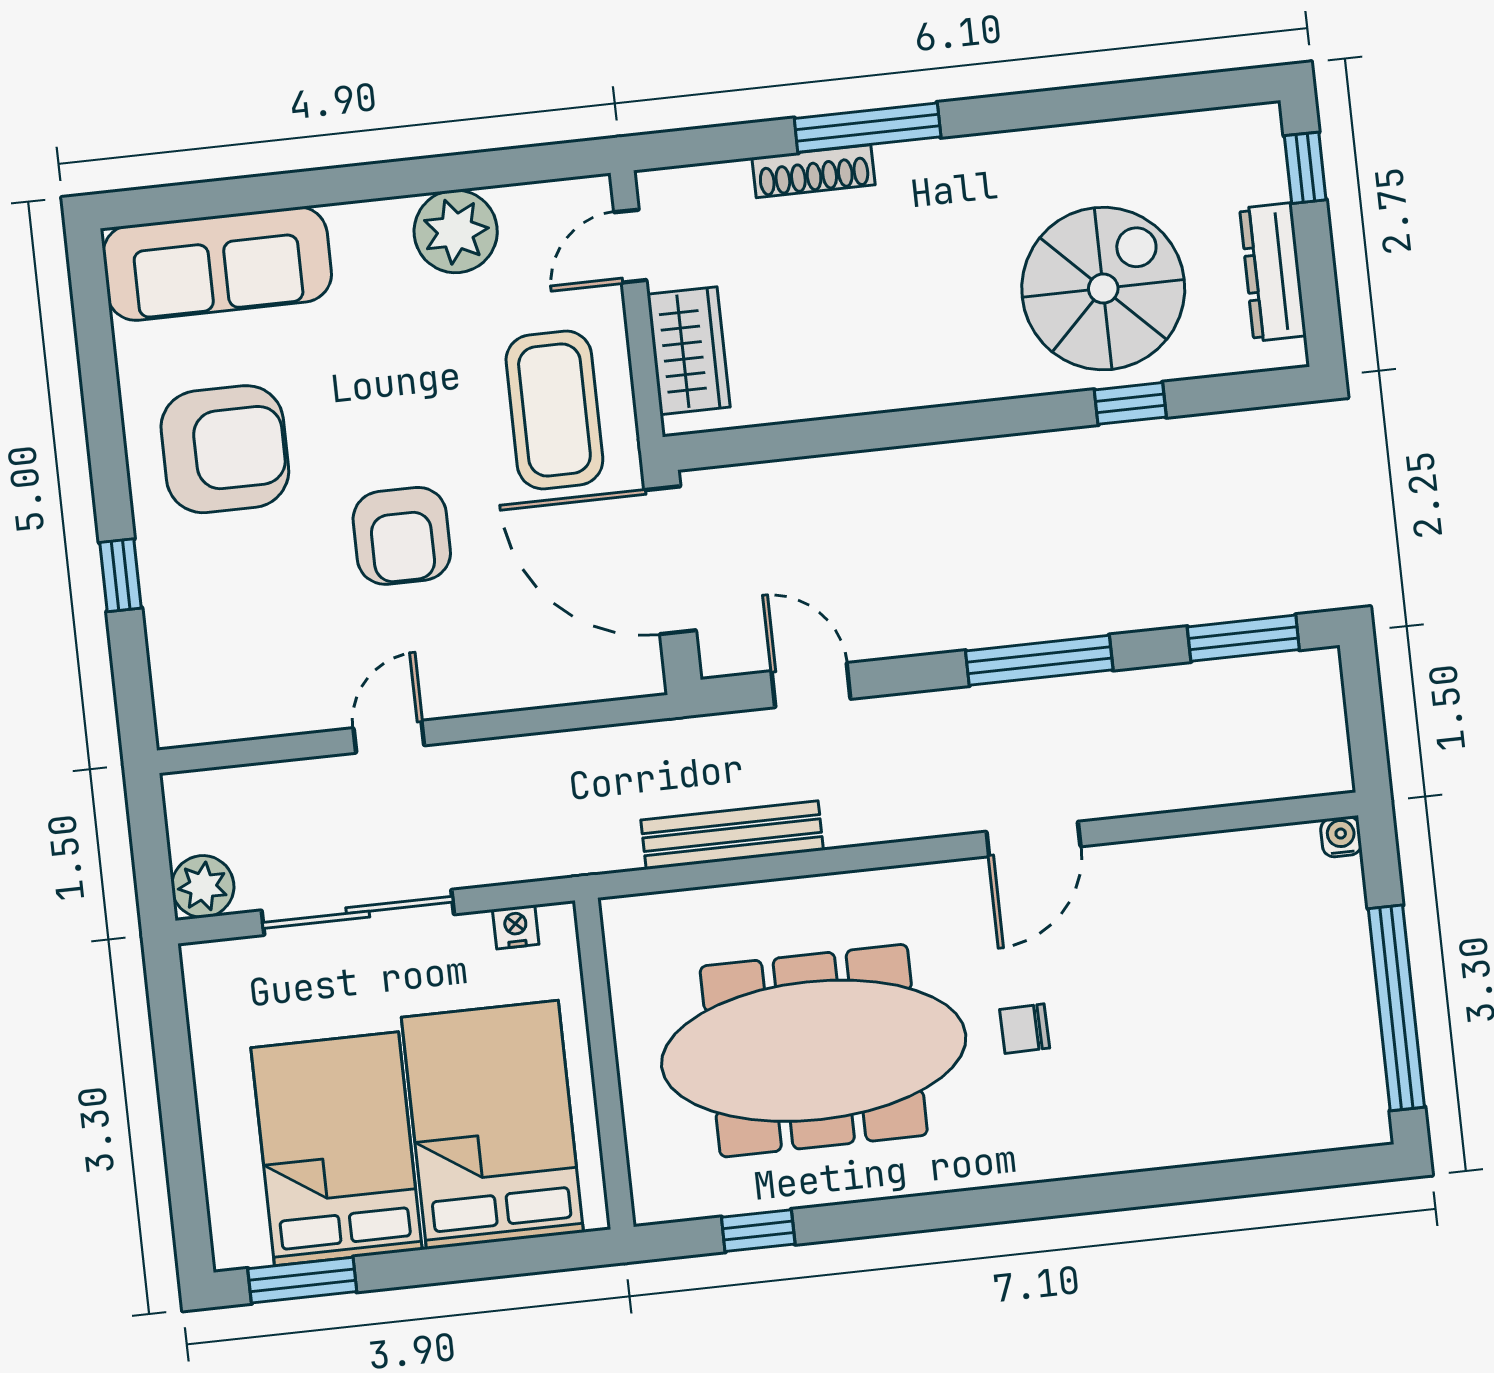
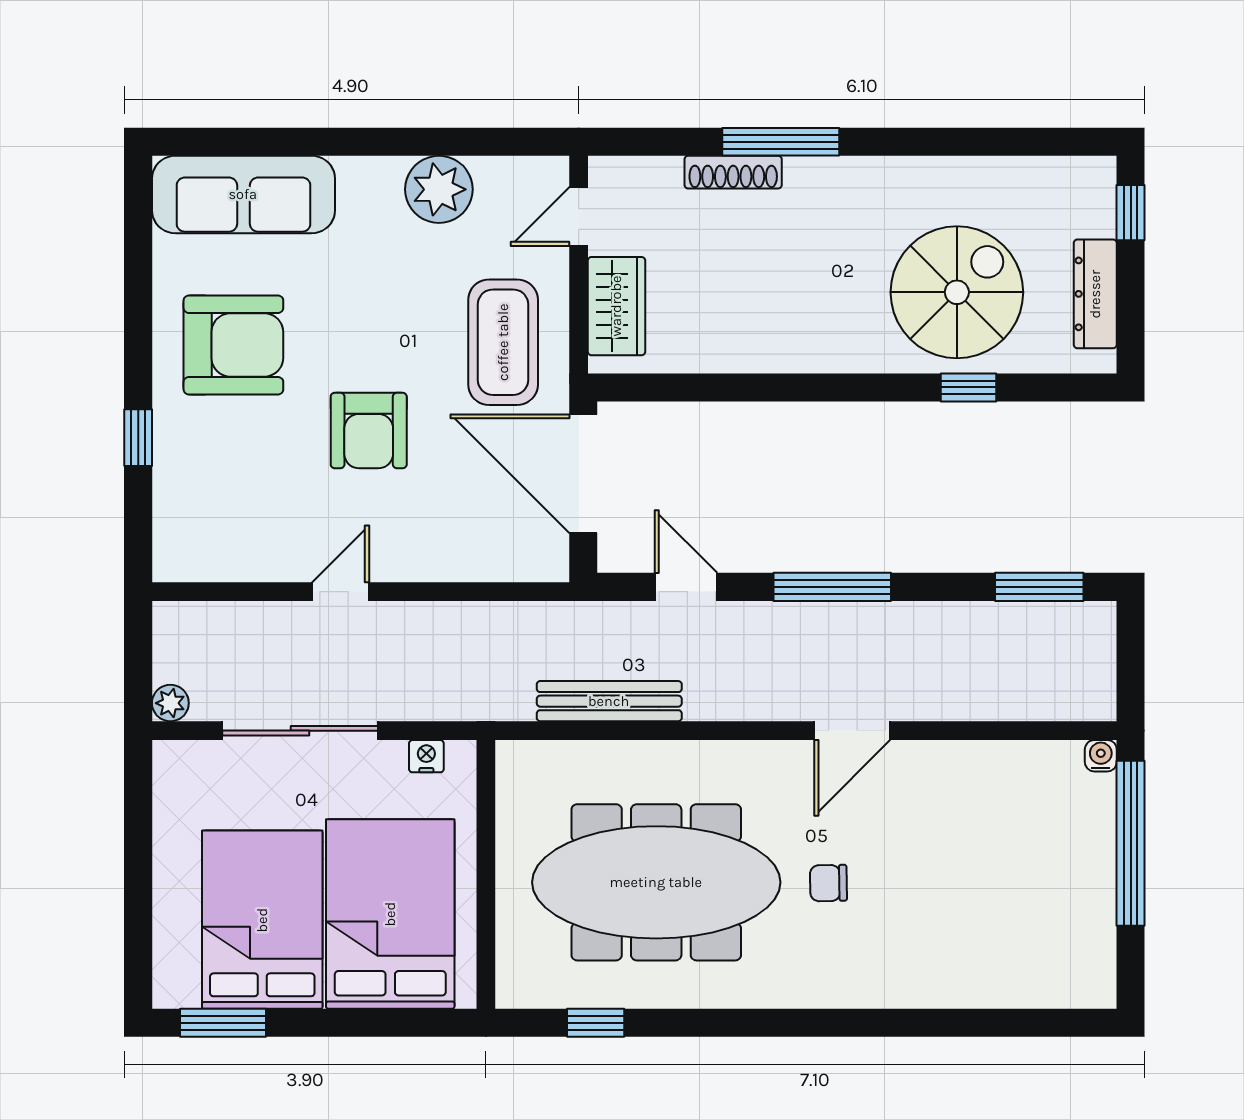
window: (1039, 660) -> (832, 587), moved
plant: (203, 886) -> (170, 703), width x0.73, depth x0.73
window: (1396, 1008) -> (1131, 843), moved

